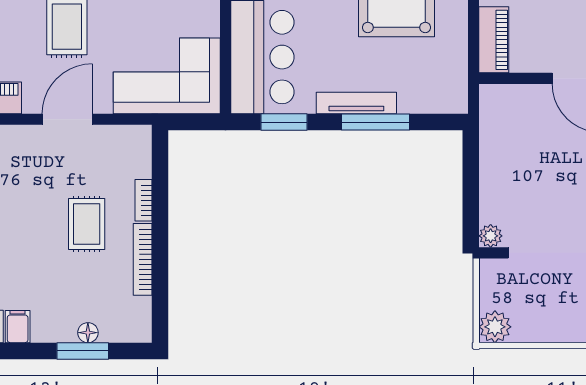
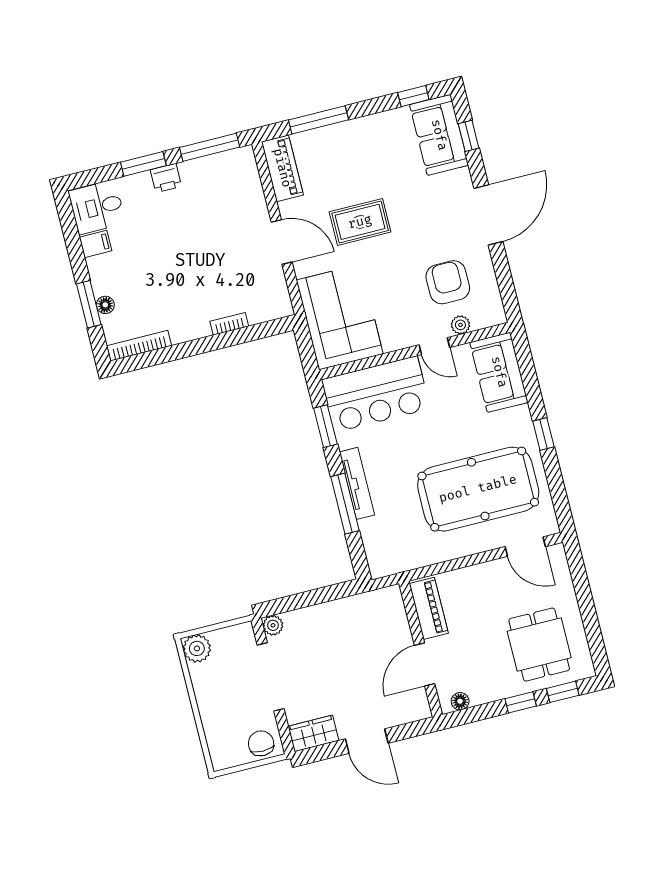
piano: (494, 40) -> (429, 608), moved, turned -90
rug: (87, 224) -> (197, 281), removed
bookcase: (143, 259) -> (139, 346), moved

